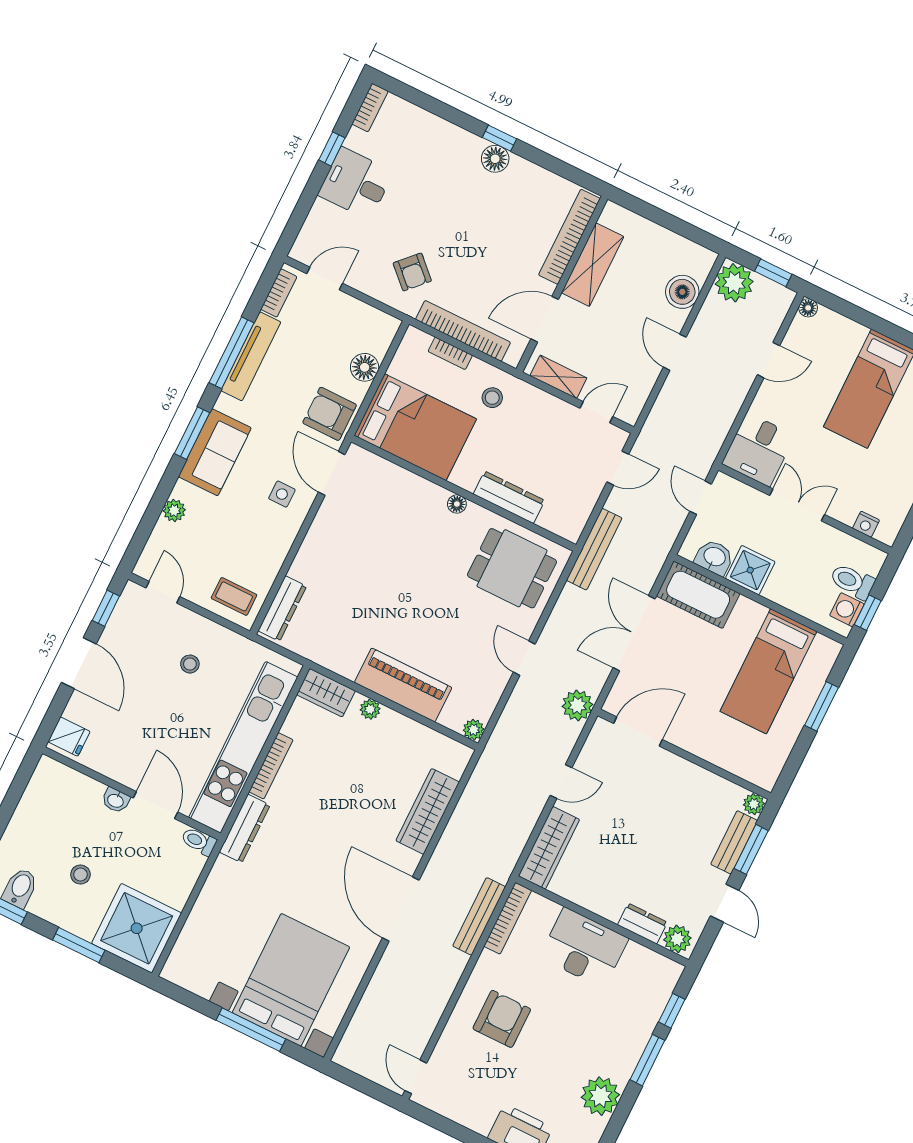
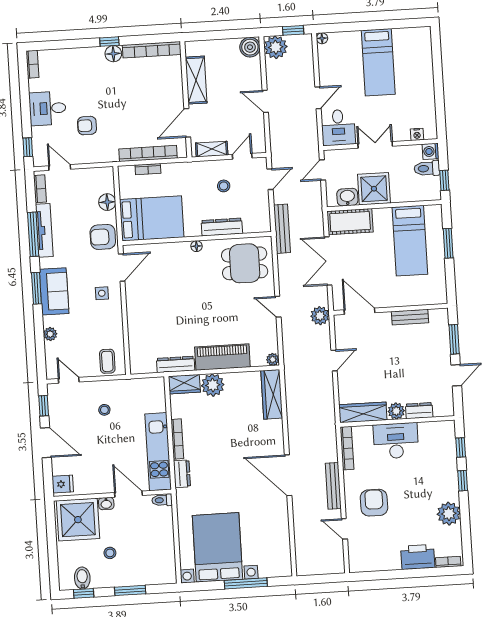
window: (332, 149) -> (28, 147), moved
bookcase: (569, 237) -> (152, 50), moved, turned -90
armchair: (412, 272) -> (87, 126), moved, turned 136
door: (325, 279) -> (60, 167), hinge flipped
boiler: (682, 292) -> (250, 47), moved
door: (768, 360) -> (318, 98), moved
stool: (492, 398) -> (224, 186), moved
door: (332, 473) -> (122, 268), swing flipped
door: (701, 498) -> (322, 170), hinge flipped
shower: (750, 570) -> (374, 189), width x1.36, depth x1.36
coffee table: (234, 596) -> (107, 361), turned 90
dresser: (282, 608) -> (176, 364), moved, turned -90
washing machine: (847, 610) -> (431, 151), moved
plant: (370, 709) -> (213, 385), width x1.87, depth x1.87
door: (638, 732) -> (359, 311), hinge flipped
kitchen unit: (243, 747) -> (158, 452), width x0.73
plant: (754, 804) -> (442, 315), removed
wardrobe: (428, 811) -> (272, 394), moved
dresser: (245, 829) -> (182, 474), width x0.70
bench: (734, 842) -> (410, 317), moved, turned 90
wardrobe: (549, 848) -> (363, 412), moved, turned -90
door: (725, 903) -> (456, 375), hinge flipped
bench: (479, 916) -> (333, 486), moved
shower: (137, 928) -> (78, 520), moved
plant: (677, 939) -> (396, 411), moved
bed with nightstands: (291, 980) -> (217, 547), moved
window: (647, 1060) -> (463, 481), width x0.67
door: (416, 1077) -> (344, 529), moved

